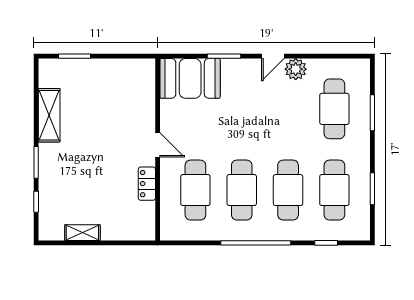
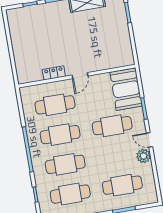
cafe table: (242, 109) -> (112, 126), added
shelving: (82, 233) -> (15, 37), removed

